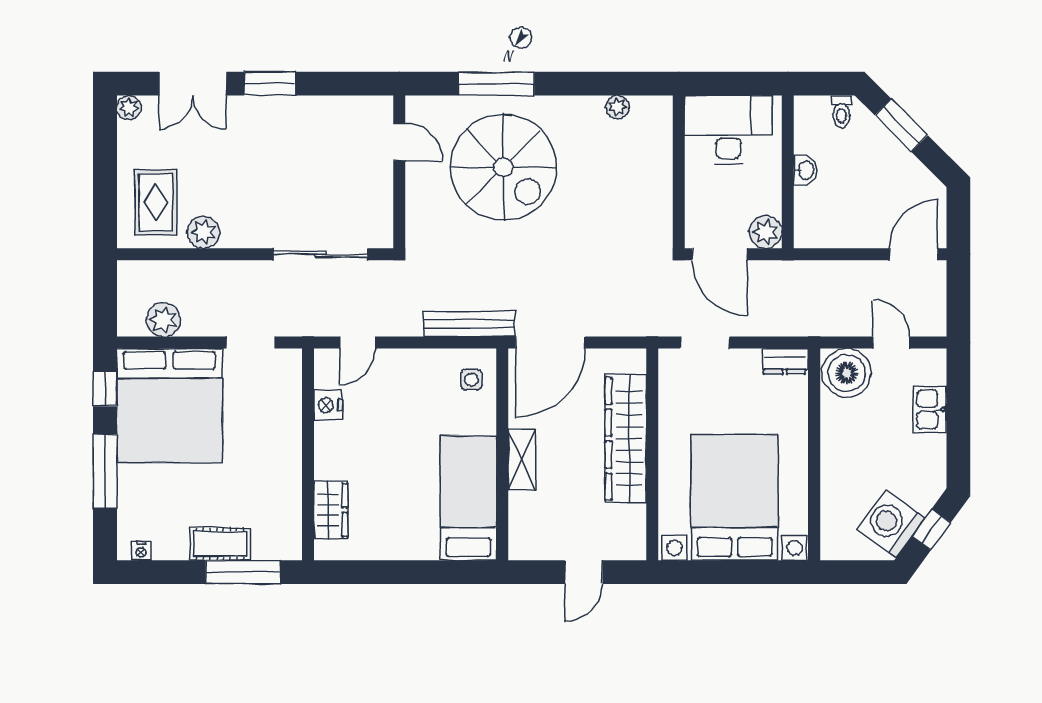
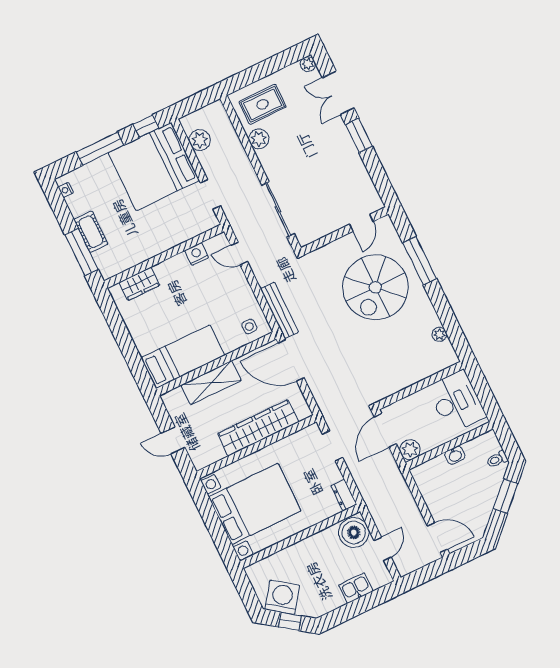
shelving: (522, 460) -> (211, 383), width x1.50, depth x1.33

